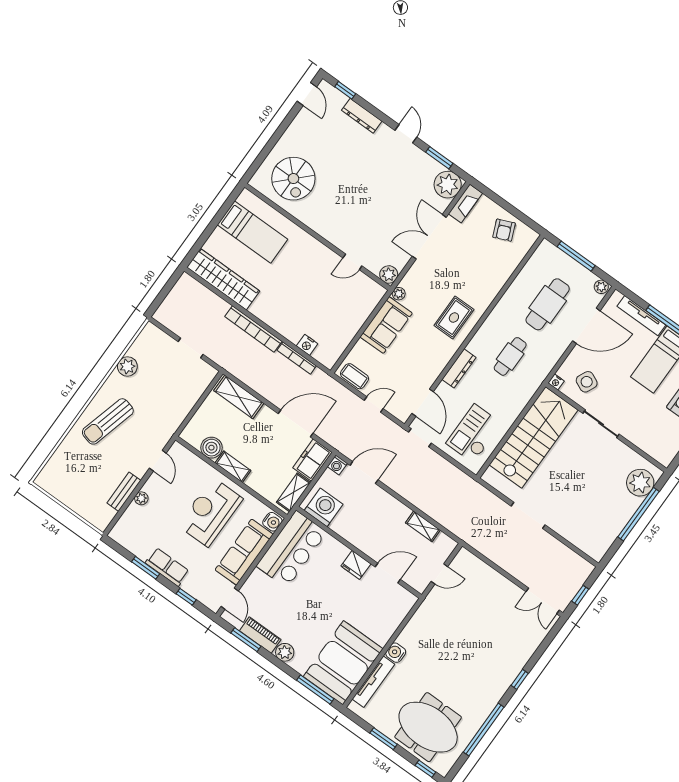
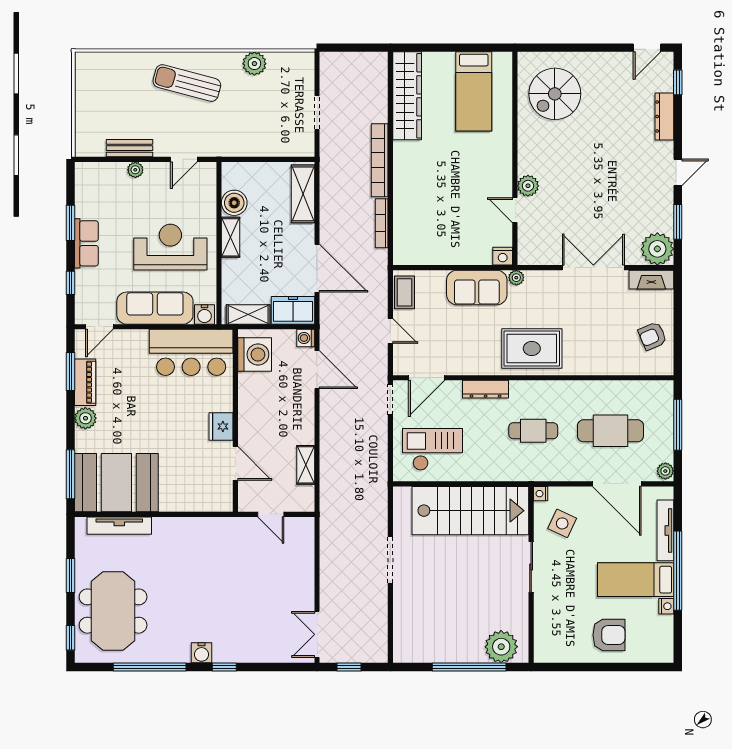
plant: (389, 275) -> (528, 186), moved
rug: (454, 318) -> (532, 349), width x1.36, depth x1.43
nightstand: (307, 345) -> (503, 256), moved, turned -90
water cooler: (396, 653) -> (201, 653), moved, turned 180

